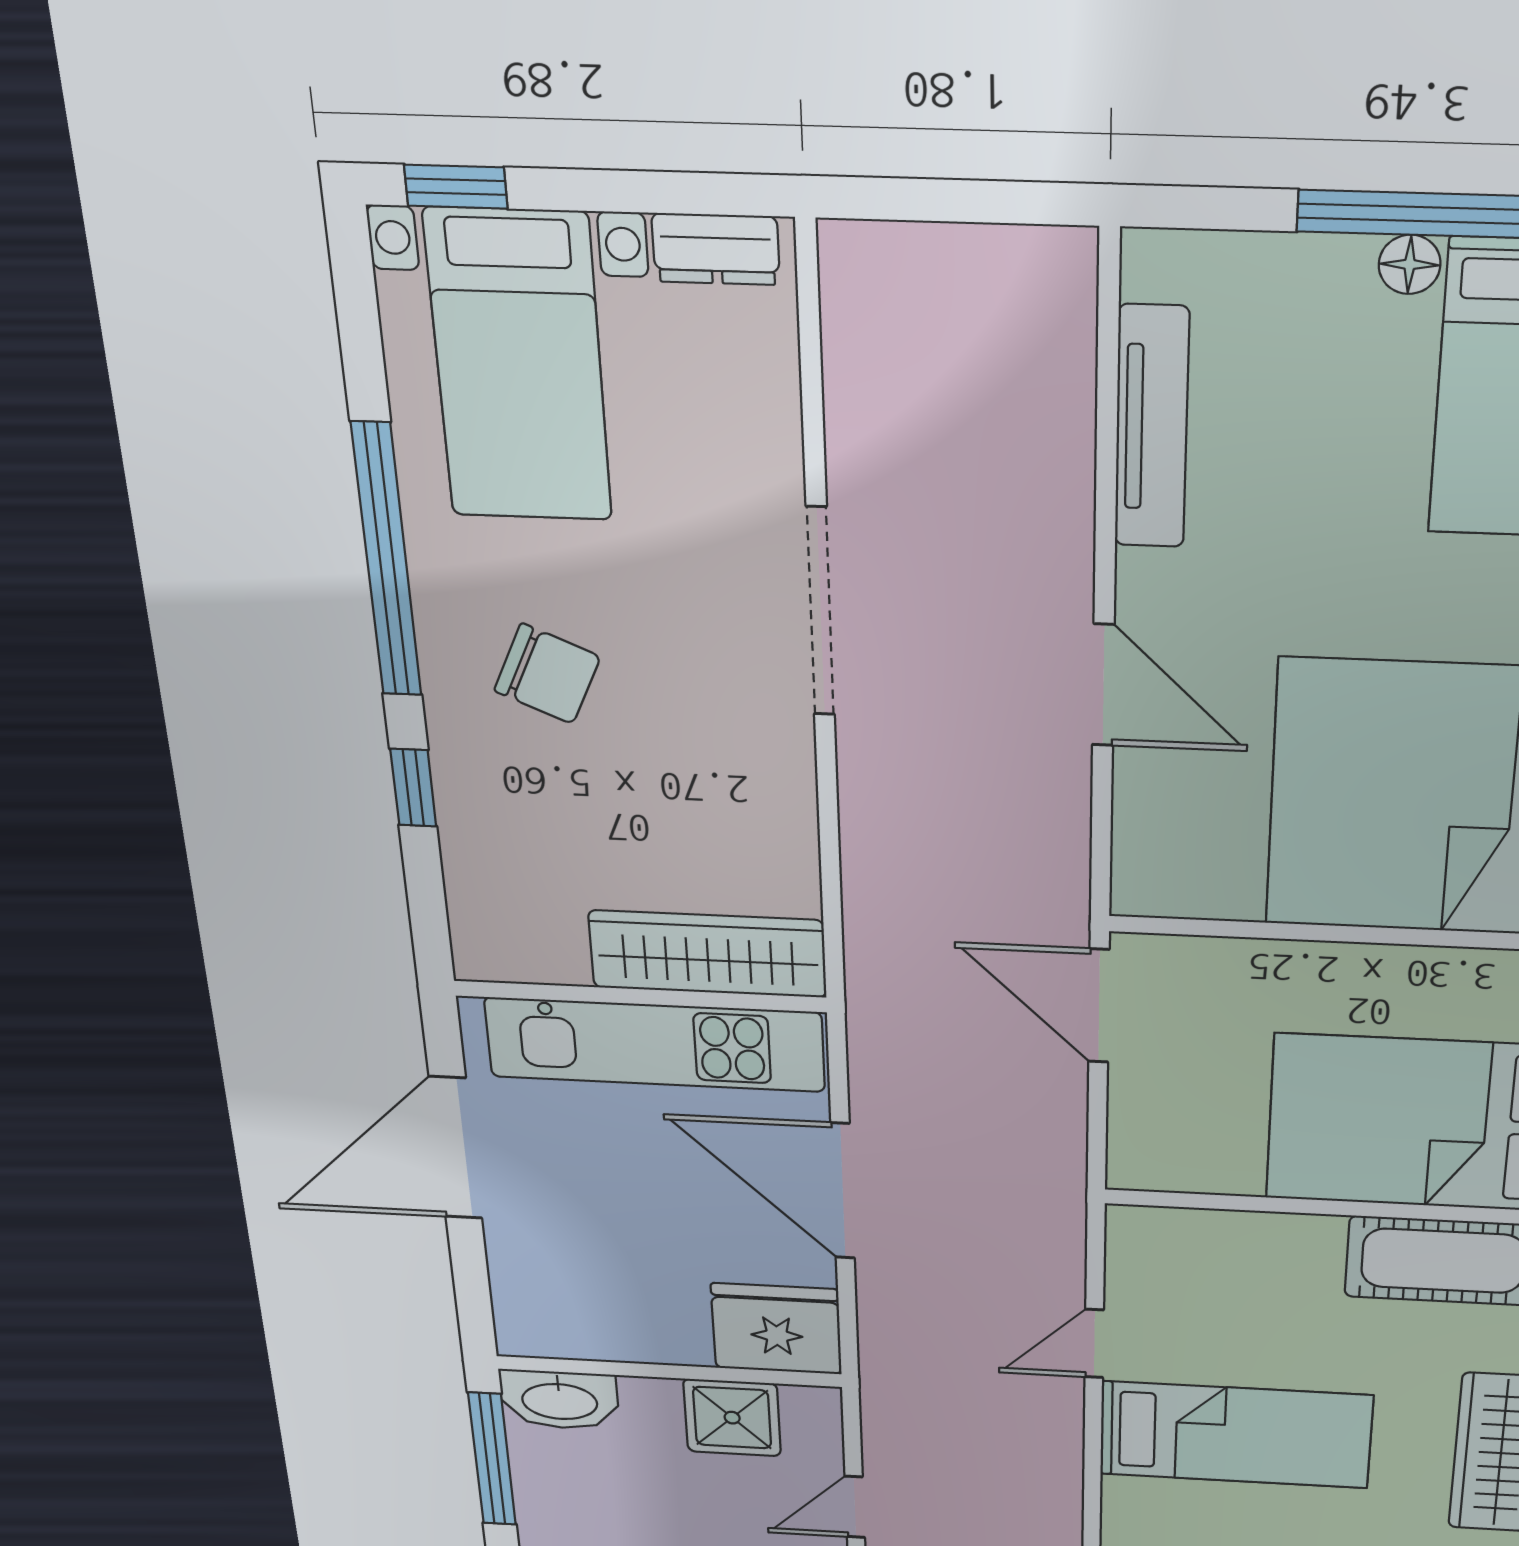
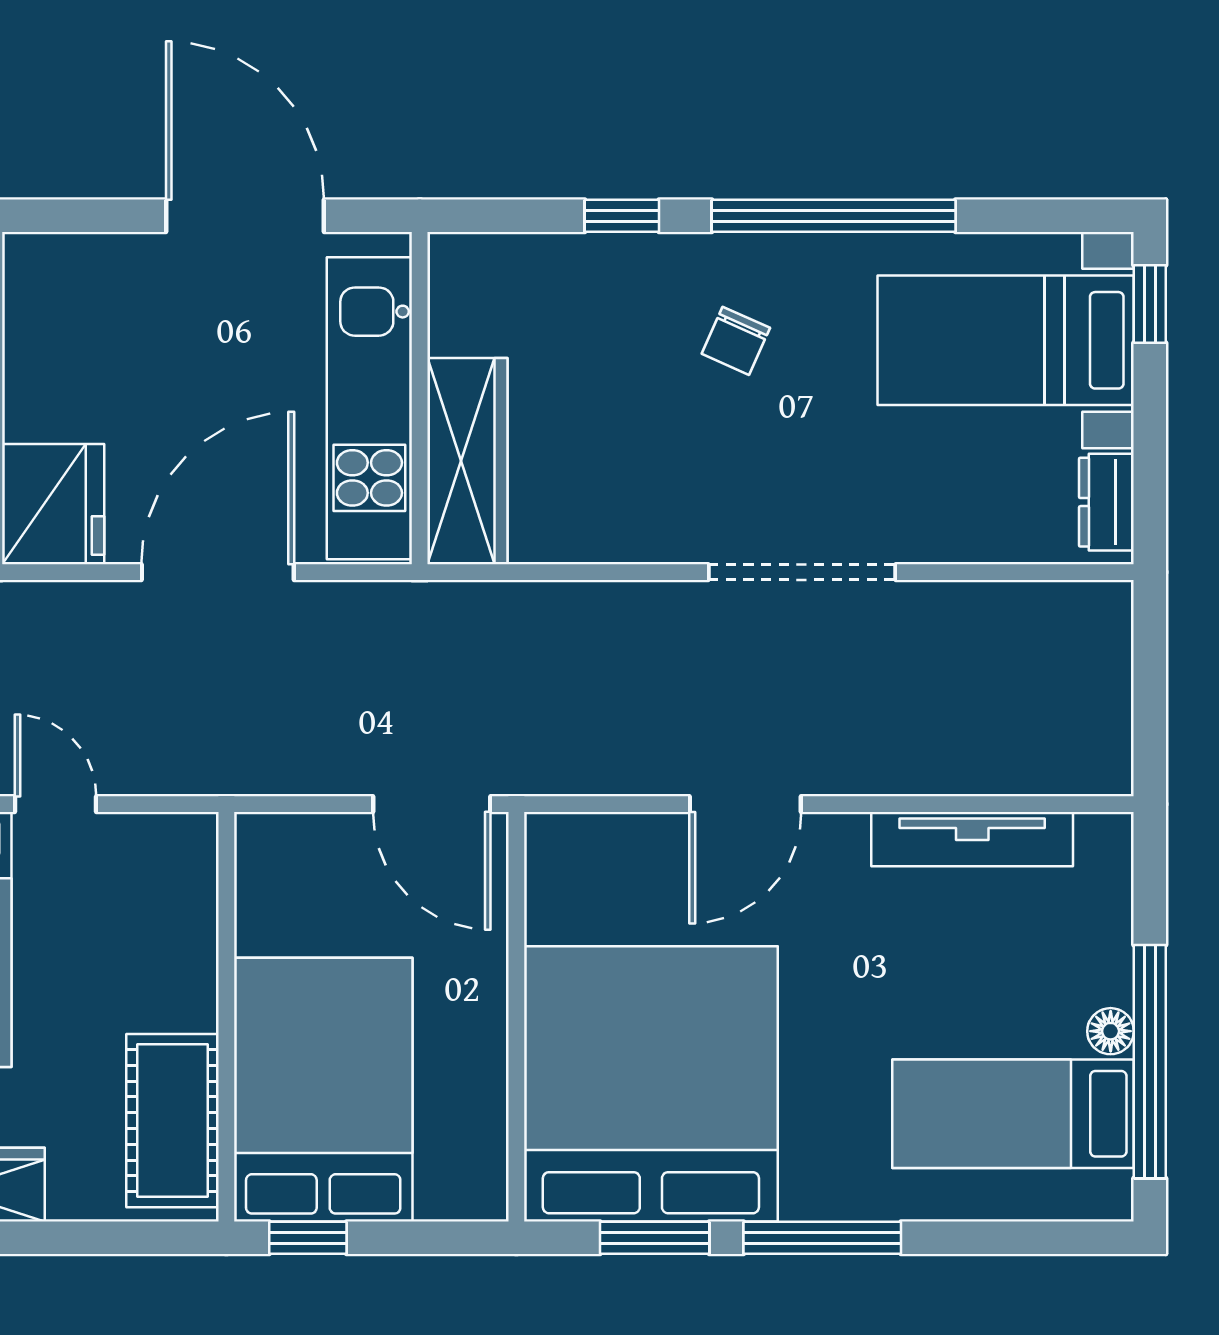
chair: (547, 674) -> (736, 341), width x0.73, depth x0.73
door: (1099, 1006) -> (432, 804), swing flipped

